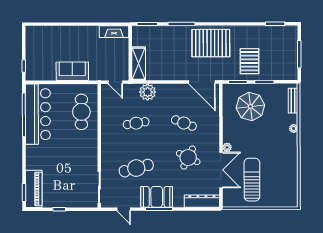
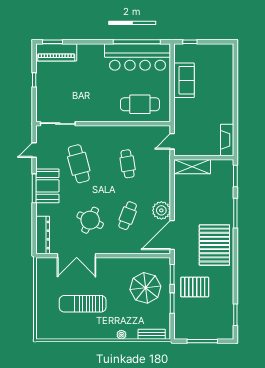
sofa: (72, 71) -> (184, 80), moved
plant: (148, 92) -> (161, 210), moved
plant: (227, 147) -> (101, 262), removed
sun lounger: (252, 180) -> (83, 304), moved, turned 180

